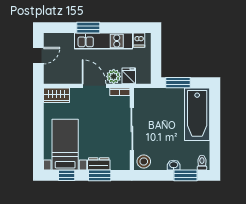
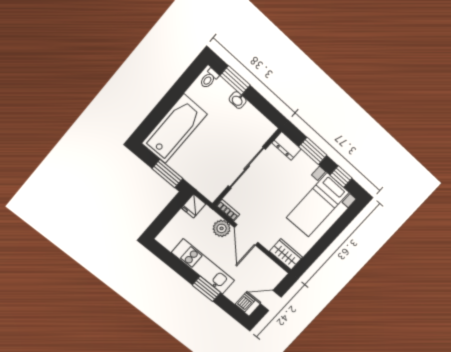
dishwasher: (139, 40) -> (245, 302), moved
fridge: (129, 76) -> (194, 206), moved
stool: (144, 161) -> (262, 128), removed
dresser: (99, 164) -> (286, 146), moved

